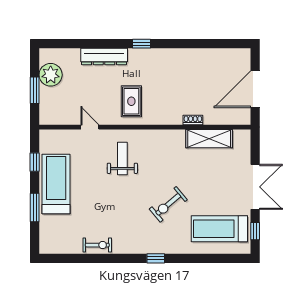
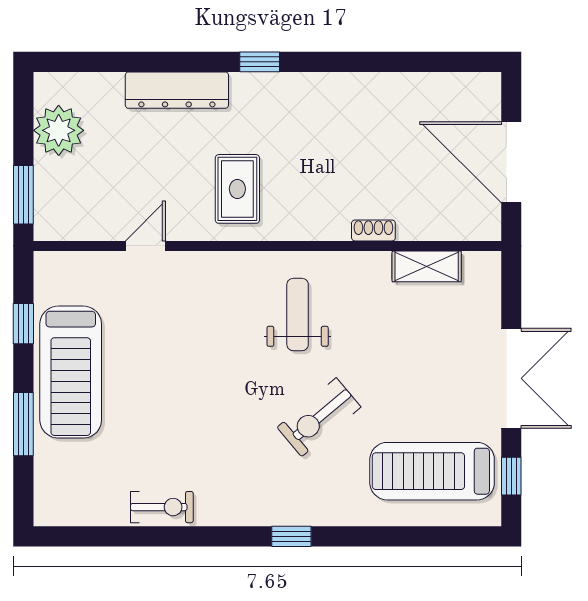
door: (255, 89) -> (511, 162), hinge flipped
window: (35, 90) -> (23, 195), moved
door: (90, 127) -> (145, 246), hinge flipped
shelving: (209, 139) -> (427, 266), width x0.67, depth x0.75
weight bench: (122, 158) -> (298, 315), moved
treadmill: (56, 184) -> (71, 372), turned 180

